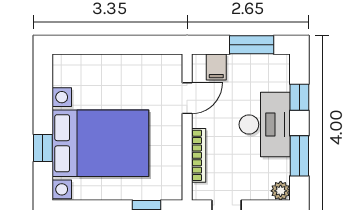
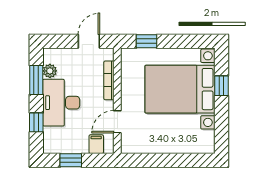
window: (252, 45) -> (71, 160), width x0.67
plant: (281, 191) -> (50, 71), moved

